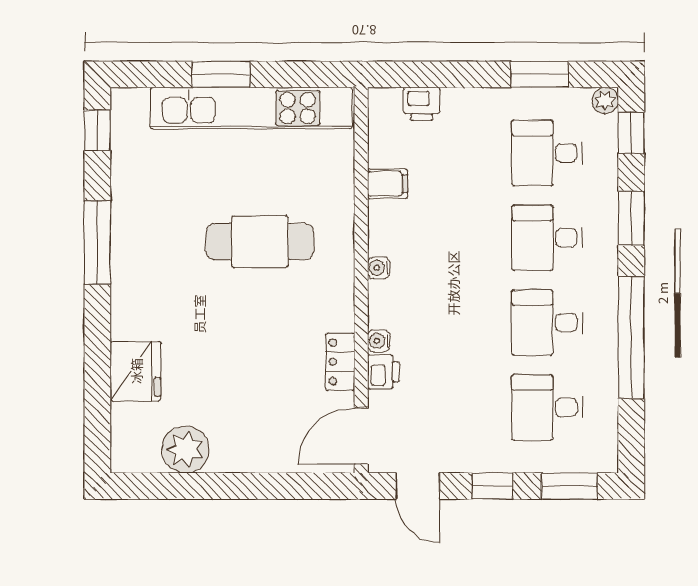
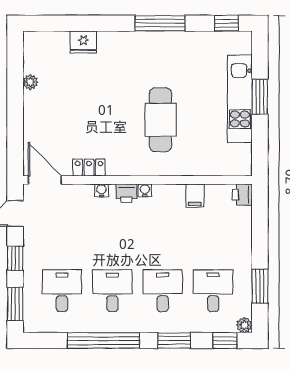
printer: (422, 104) -> (242, 195), moved
kitchen unit: (251, 108) -> (240, 99), width x0.73
fridge: (136, 371) -> (83, 42), width x0.73, depth x0.75
printer: (383, 372) -> (127, 193), moved
plant: (185, 450) -> (30, 82), width x0.53, depth x0.53

